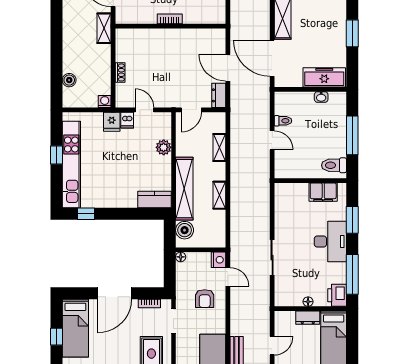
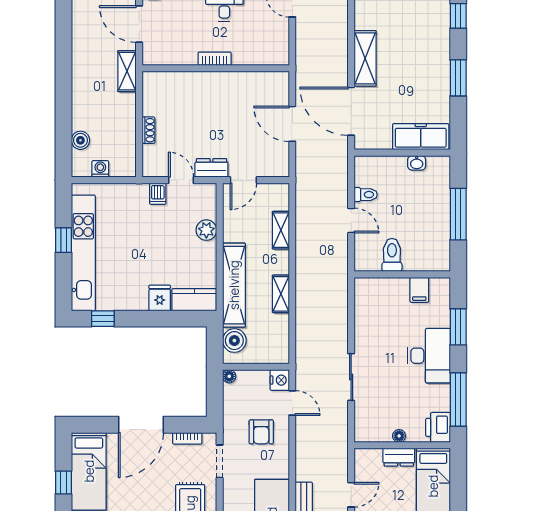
dresser: (219, 95) -> (211, 168), moved, turned 90
washing machine: (105, 102) -> (100, 169), moved
fridge: (112, 122) -> (160, 298), moved, turned 180
toilet: (334, 165) -> (392, 255), moved, turned 90
filing cabinet: (323, 192) -> (419, 290), width x0.50

